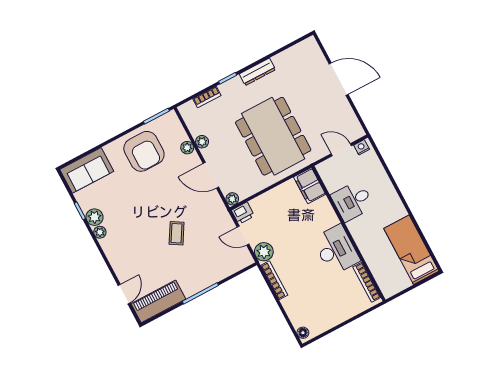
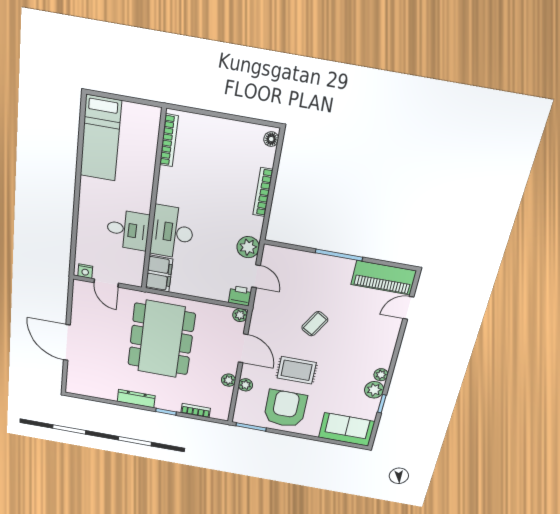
rug: (161, 188) -> (297, 370), added
desk: (336, 250) -> (172, 232), moved
bookcase: (274, 280) -> (263, 192), moved

